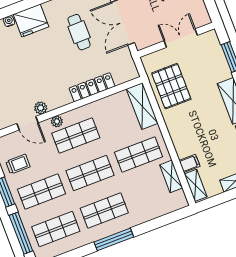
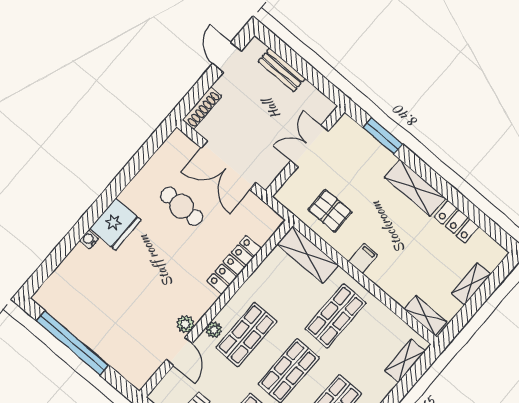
pallet: (171, 86) -> (330, 211), width x0.67, depth x0.71
door: (28, 123) -> (179, 351), hinge flipped
filing cabinet: (189, 163) -> (363, 258), moved
shelving: (171, 176) -> (405, 361), moved, turned 90

